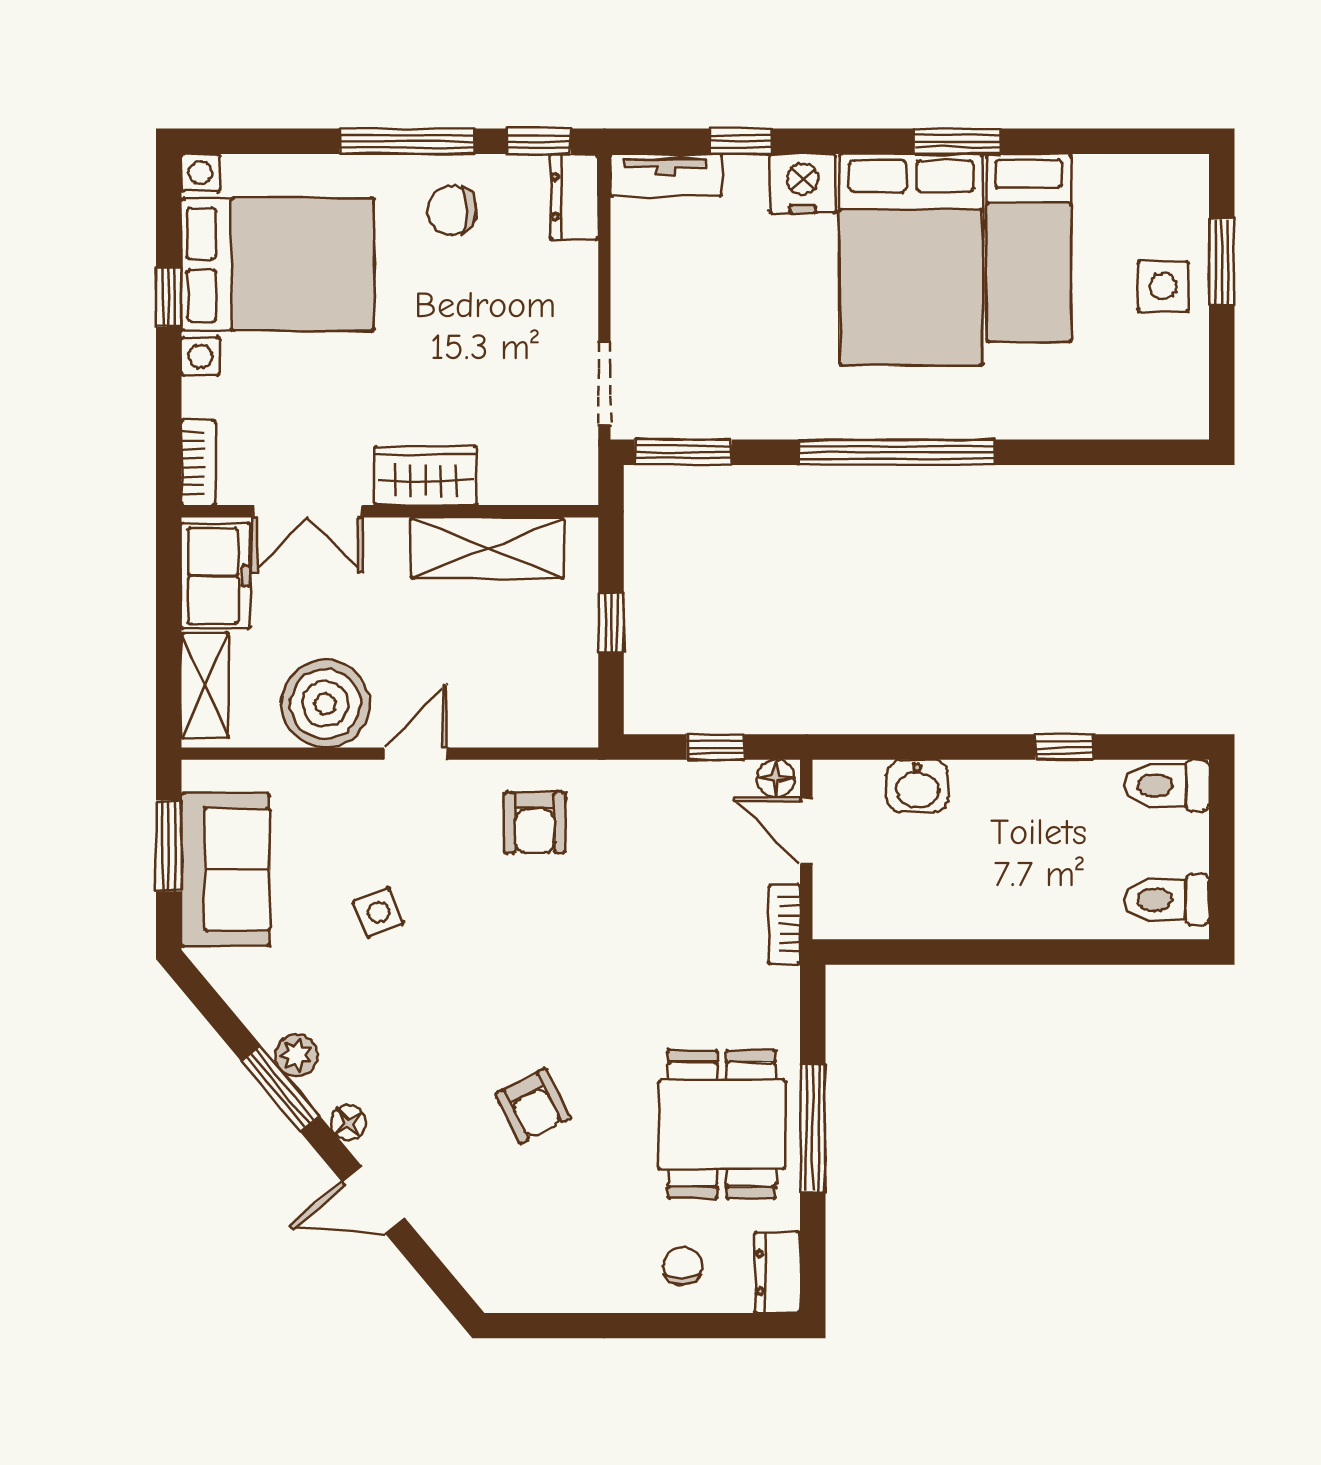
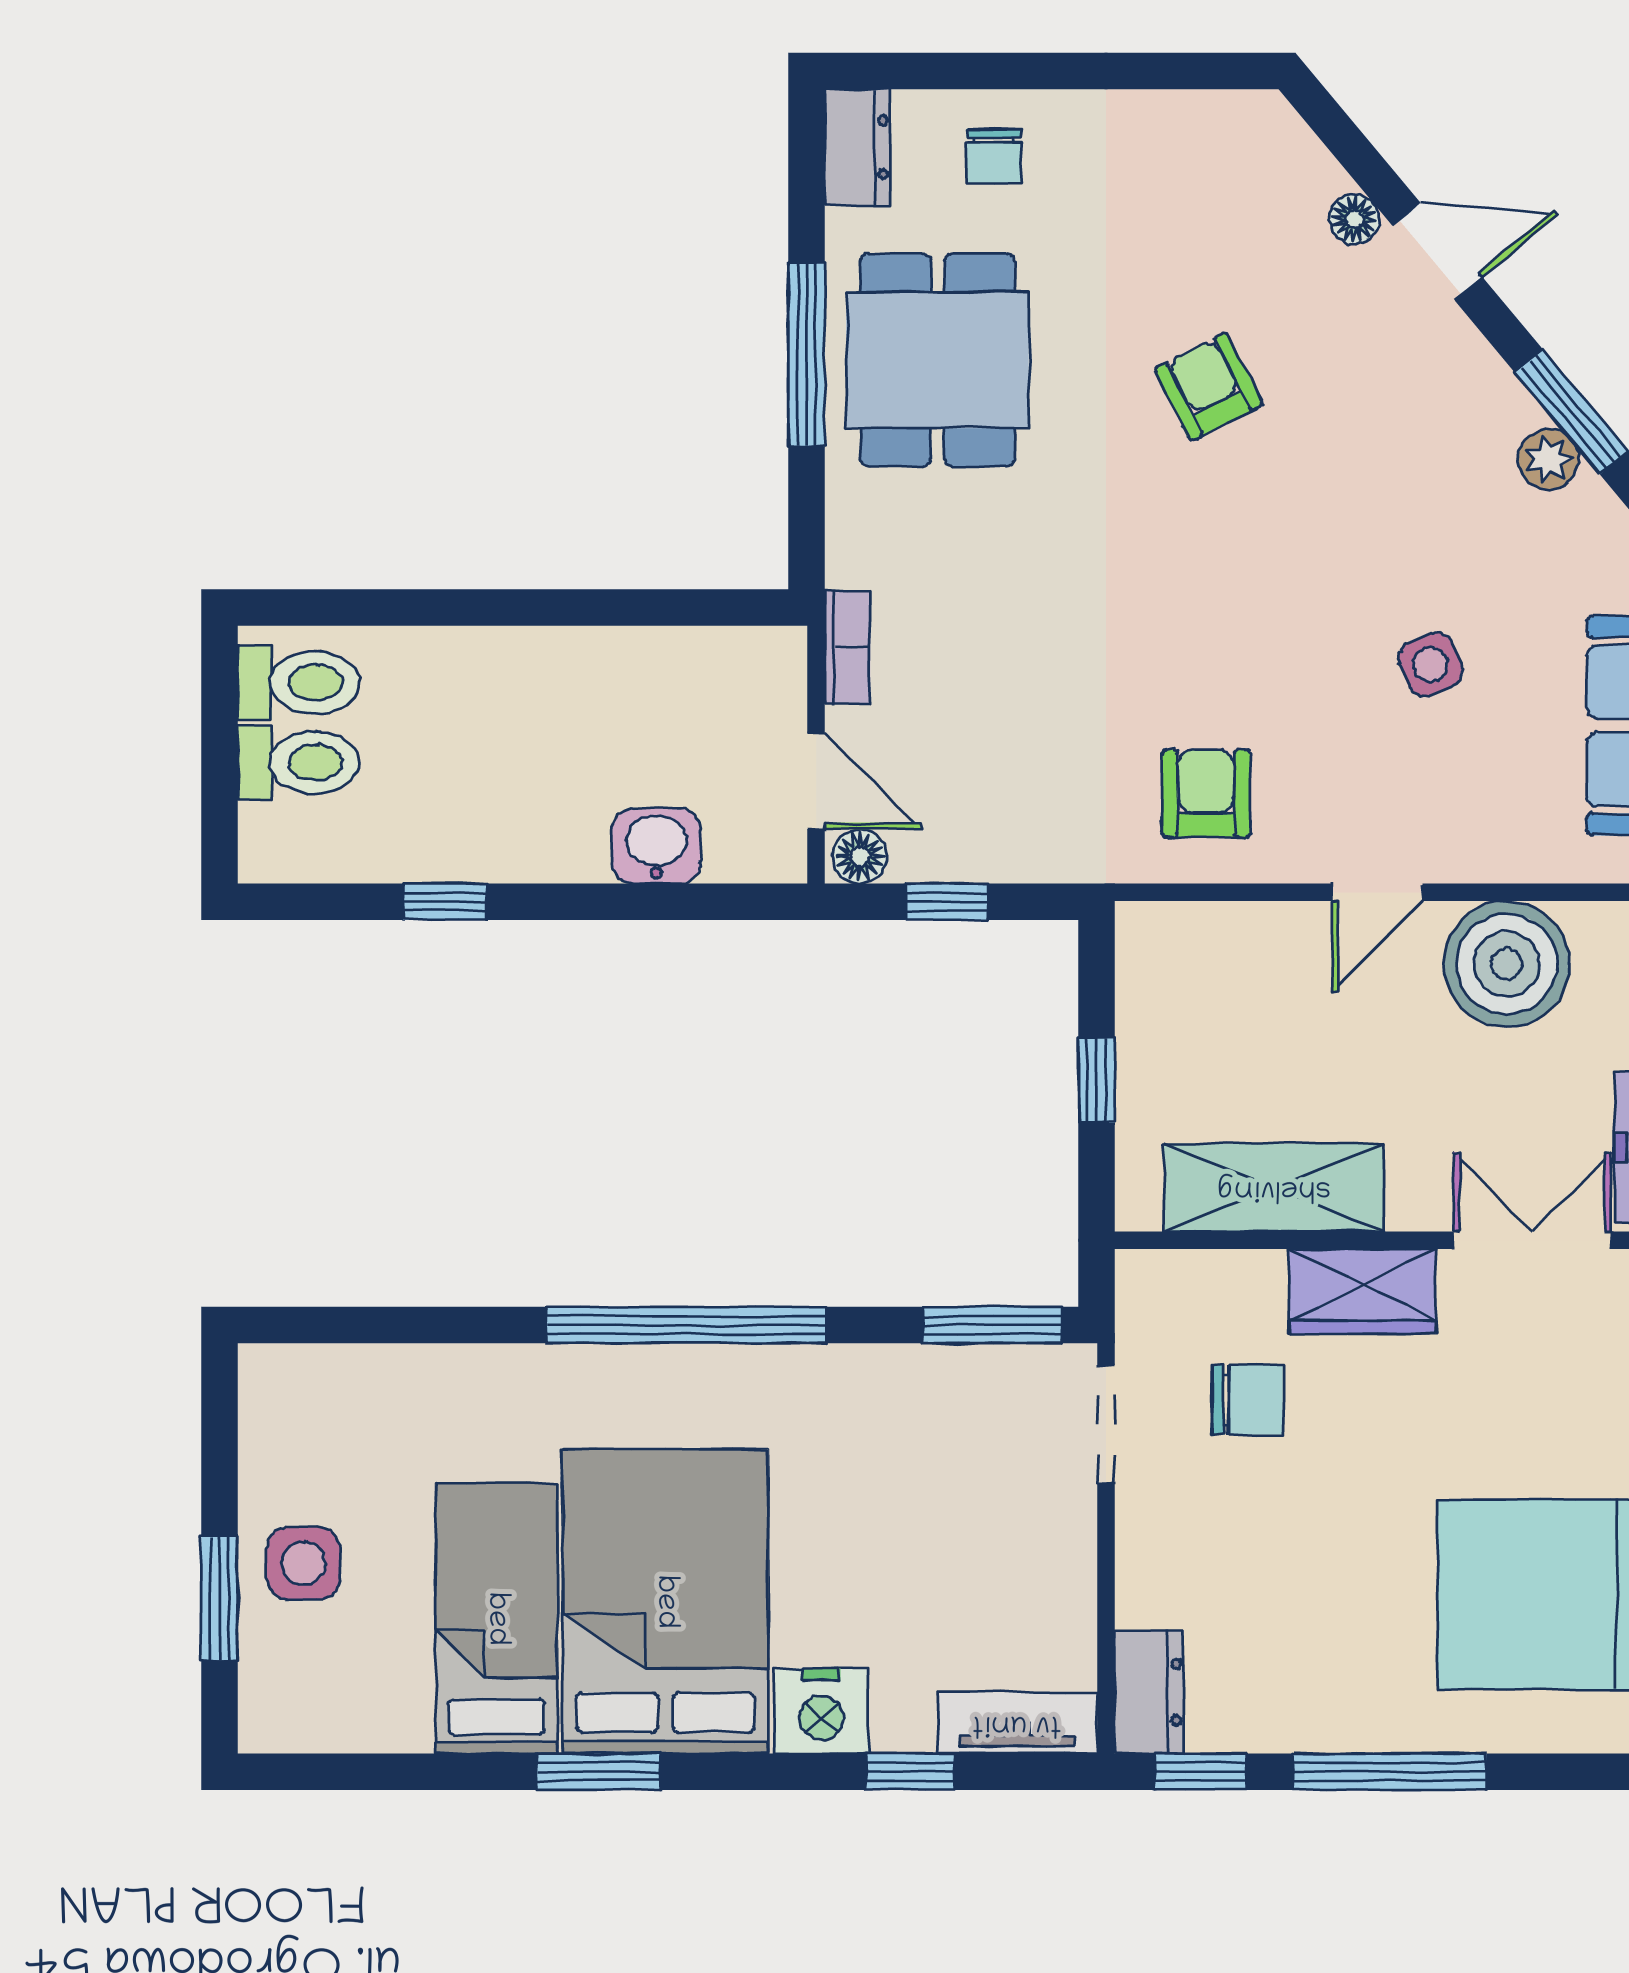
chair: (452, 210) -> (1248, 1400), moved
toilet: (1167, 785) -> (298, 762), moved
floor lamp: (348, 1123) -> (1354, 219), moved

